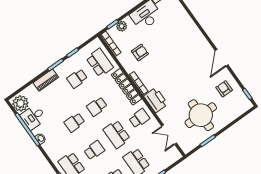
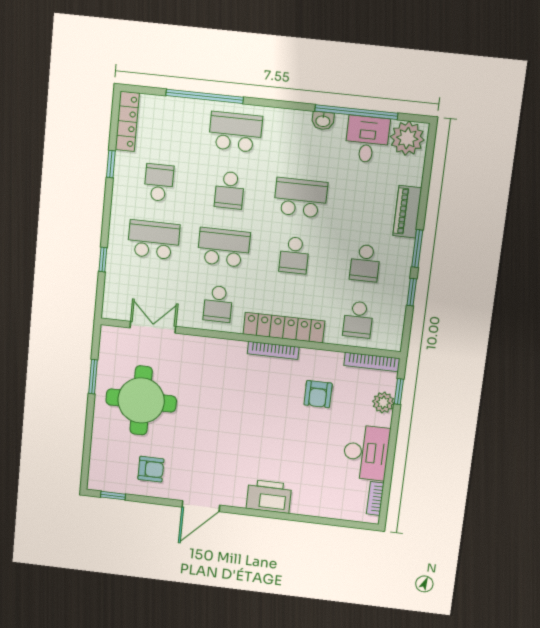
door: (222, 58) -> (201, 506), swing flipped
school desk: (100, 63) -> (358, 320), width x0.54
school desk: (77, 79) -> (365, 263), turned 180
printer: (156, 100) -> (269, 496), moved, turned 180
school desk: (97, 106) -> (294, 255), turned 180
school desk: (74, 122) -> (301, 198), width x1.85

